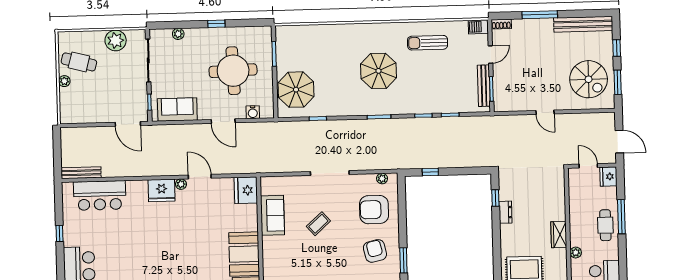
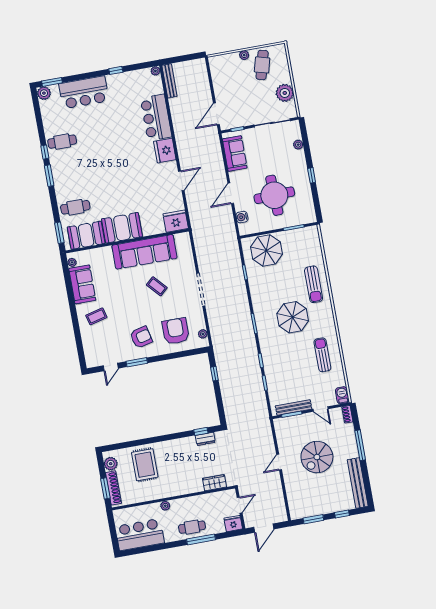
sun lounger: (344, 41) -> (314, 284), added
spiral stairs: (589, 79) -> (317, 457), moved
plant: (181, 184) -> (155, 71), moved
bar counter: (100, 195) -> (156, 117), moved
dresser: (505, 212) -> (205, 439), moved
sofa: (272, 215) -> (144, 252), width x1.85, depth x1.27
wardrobe: (559, 235) -> (215, 483), moved

